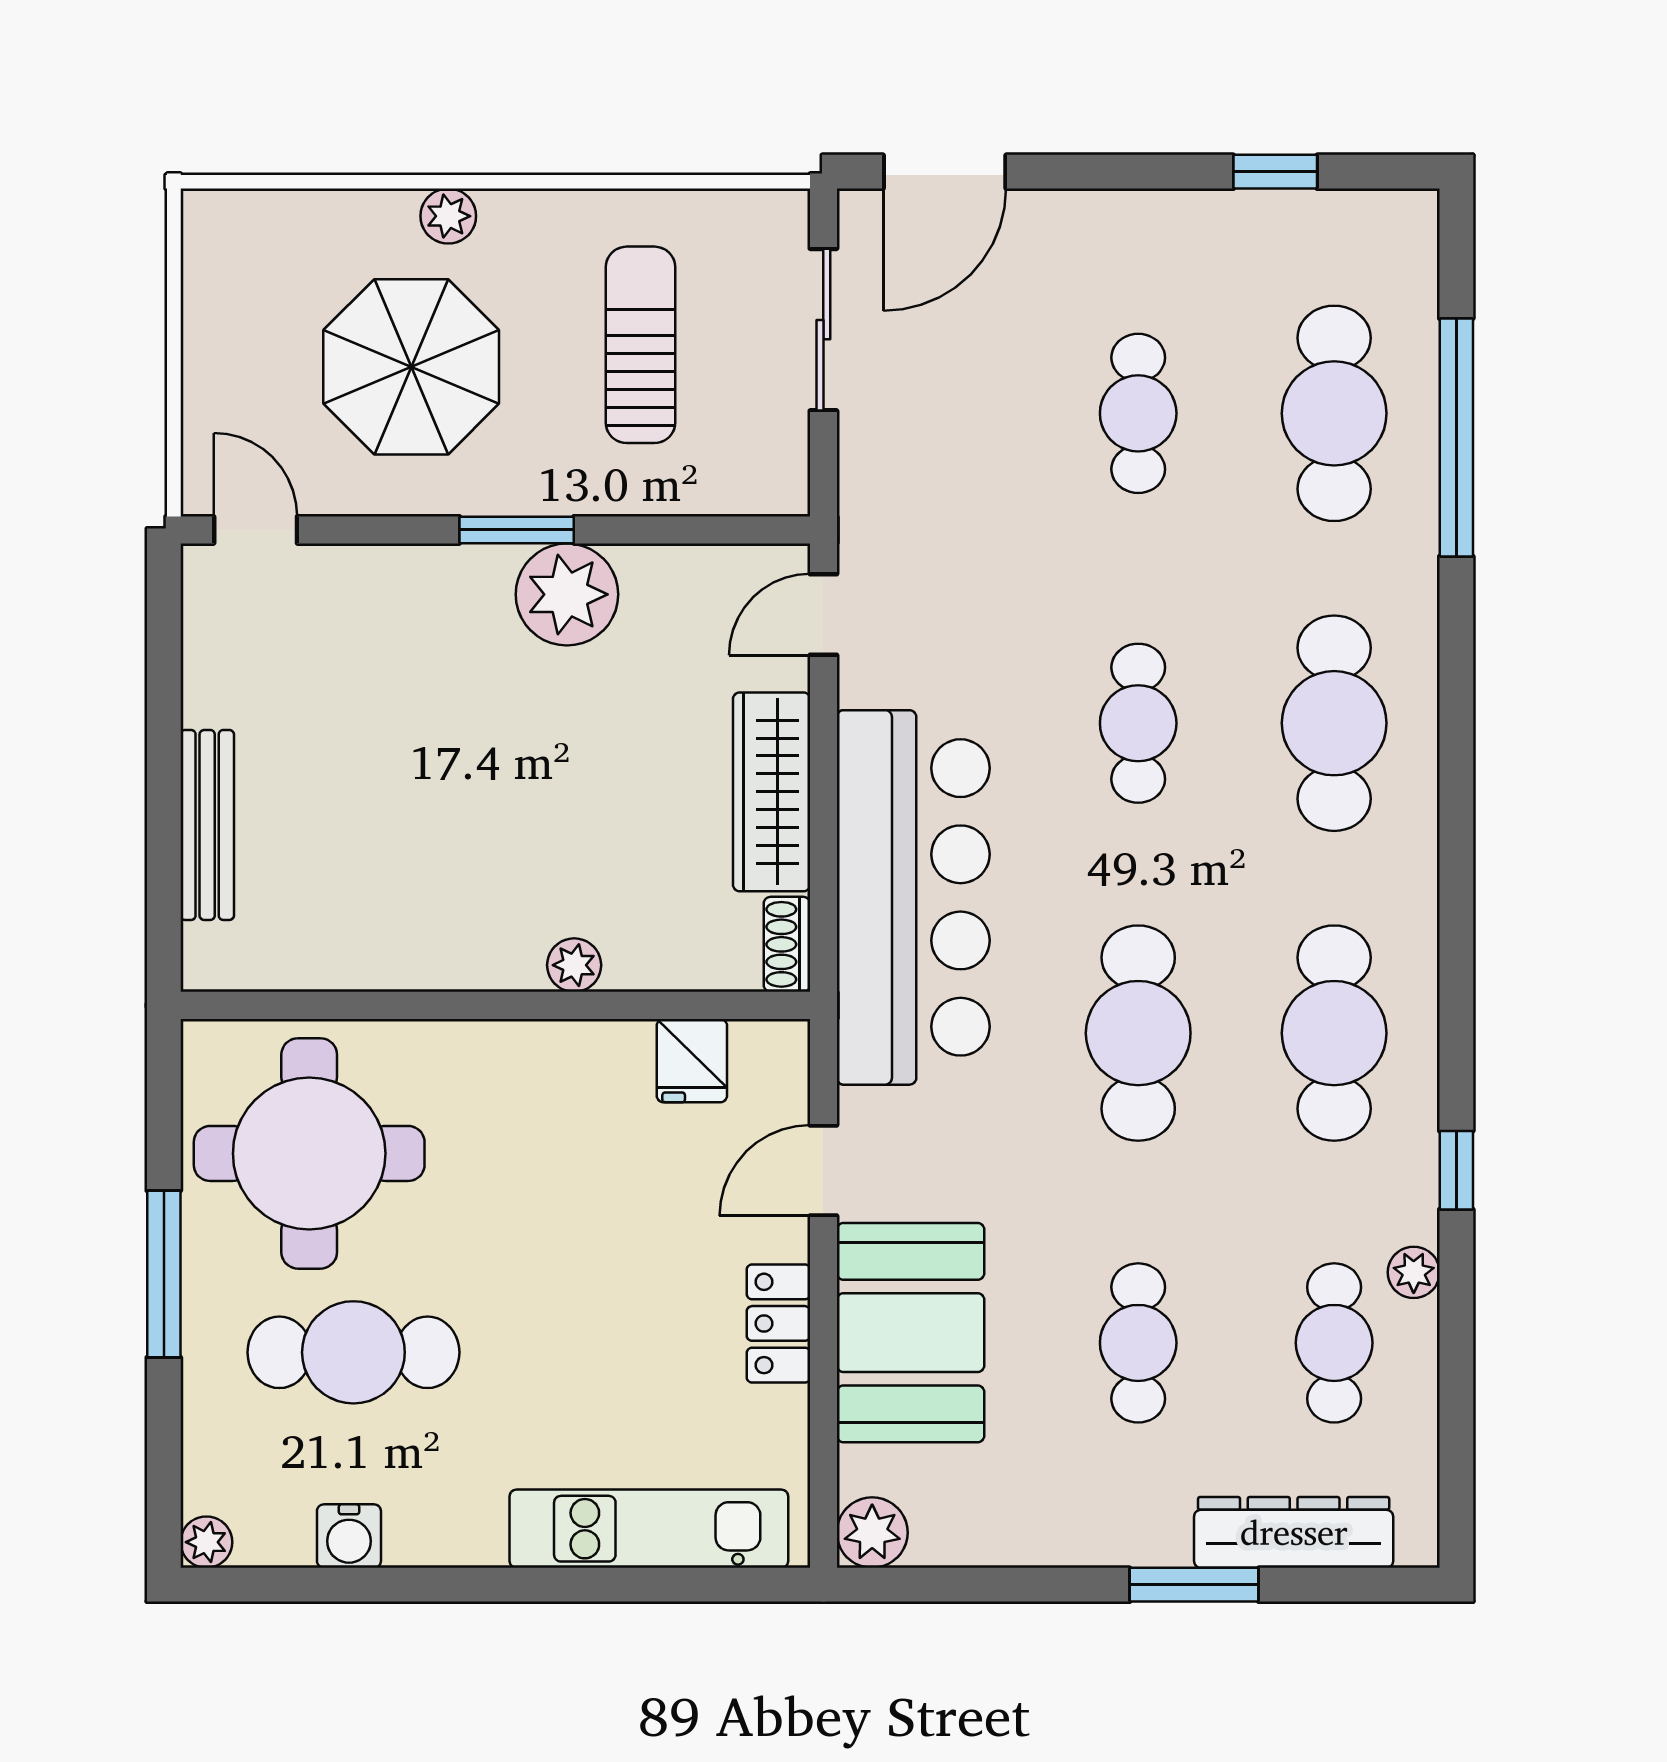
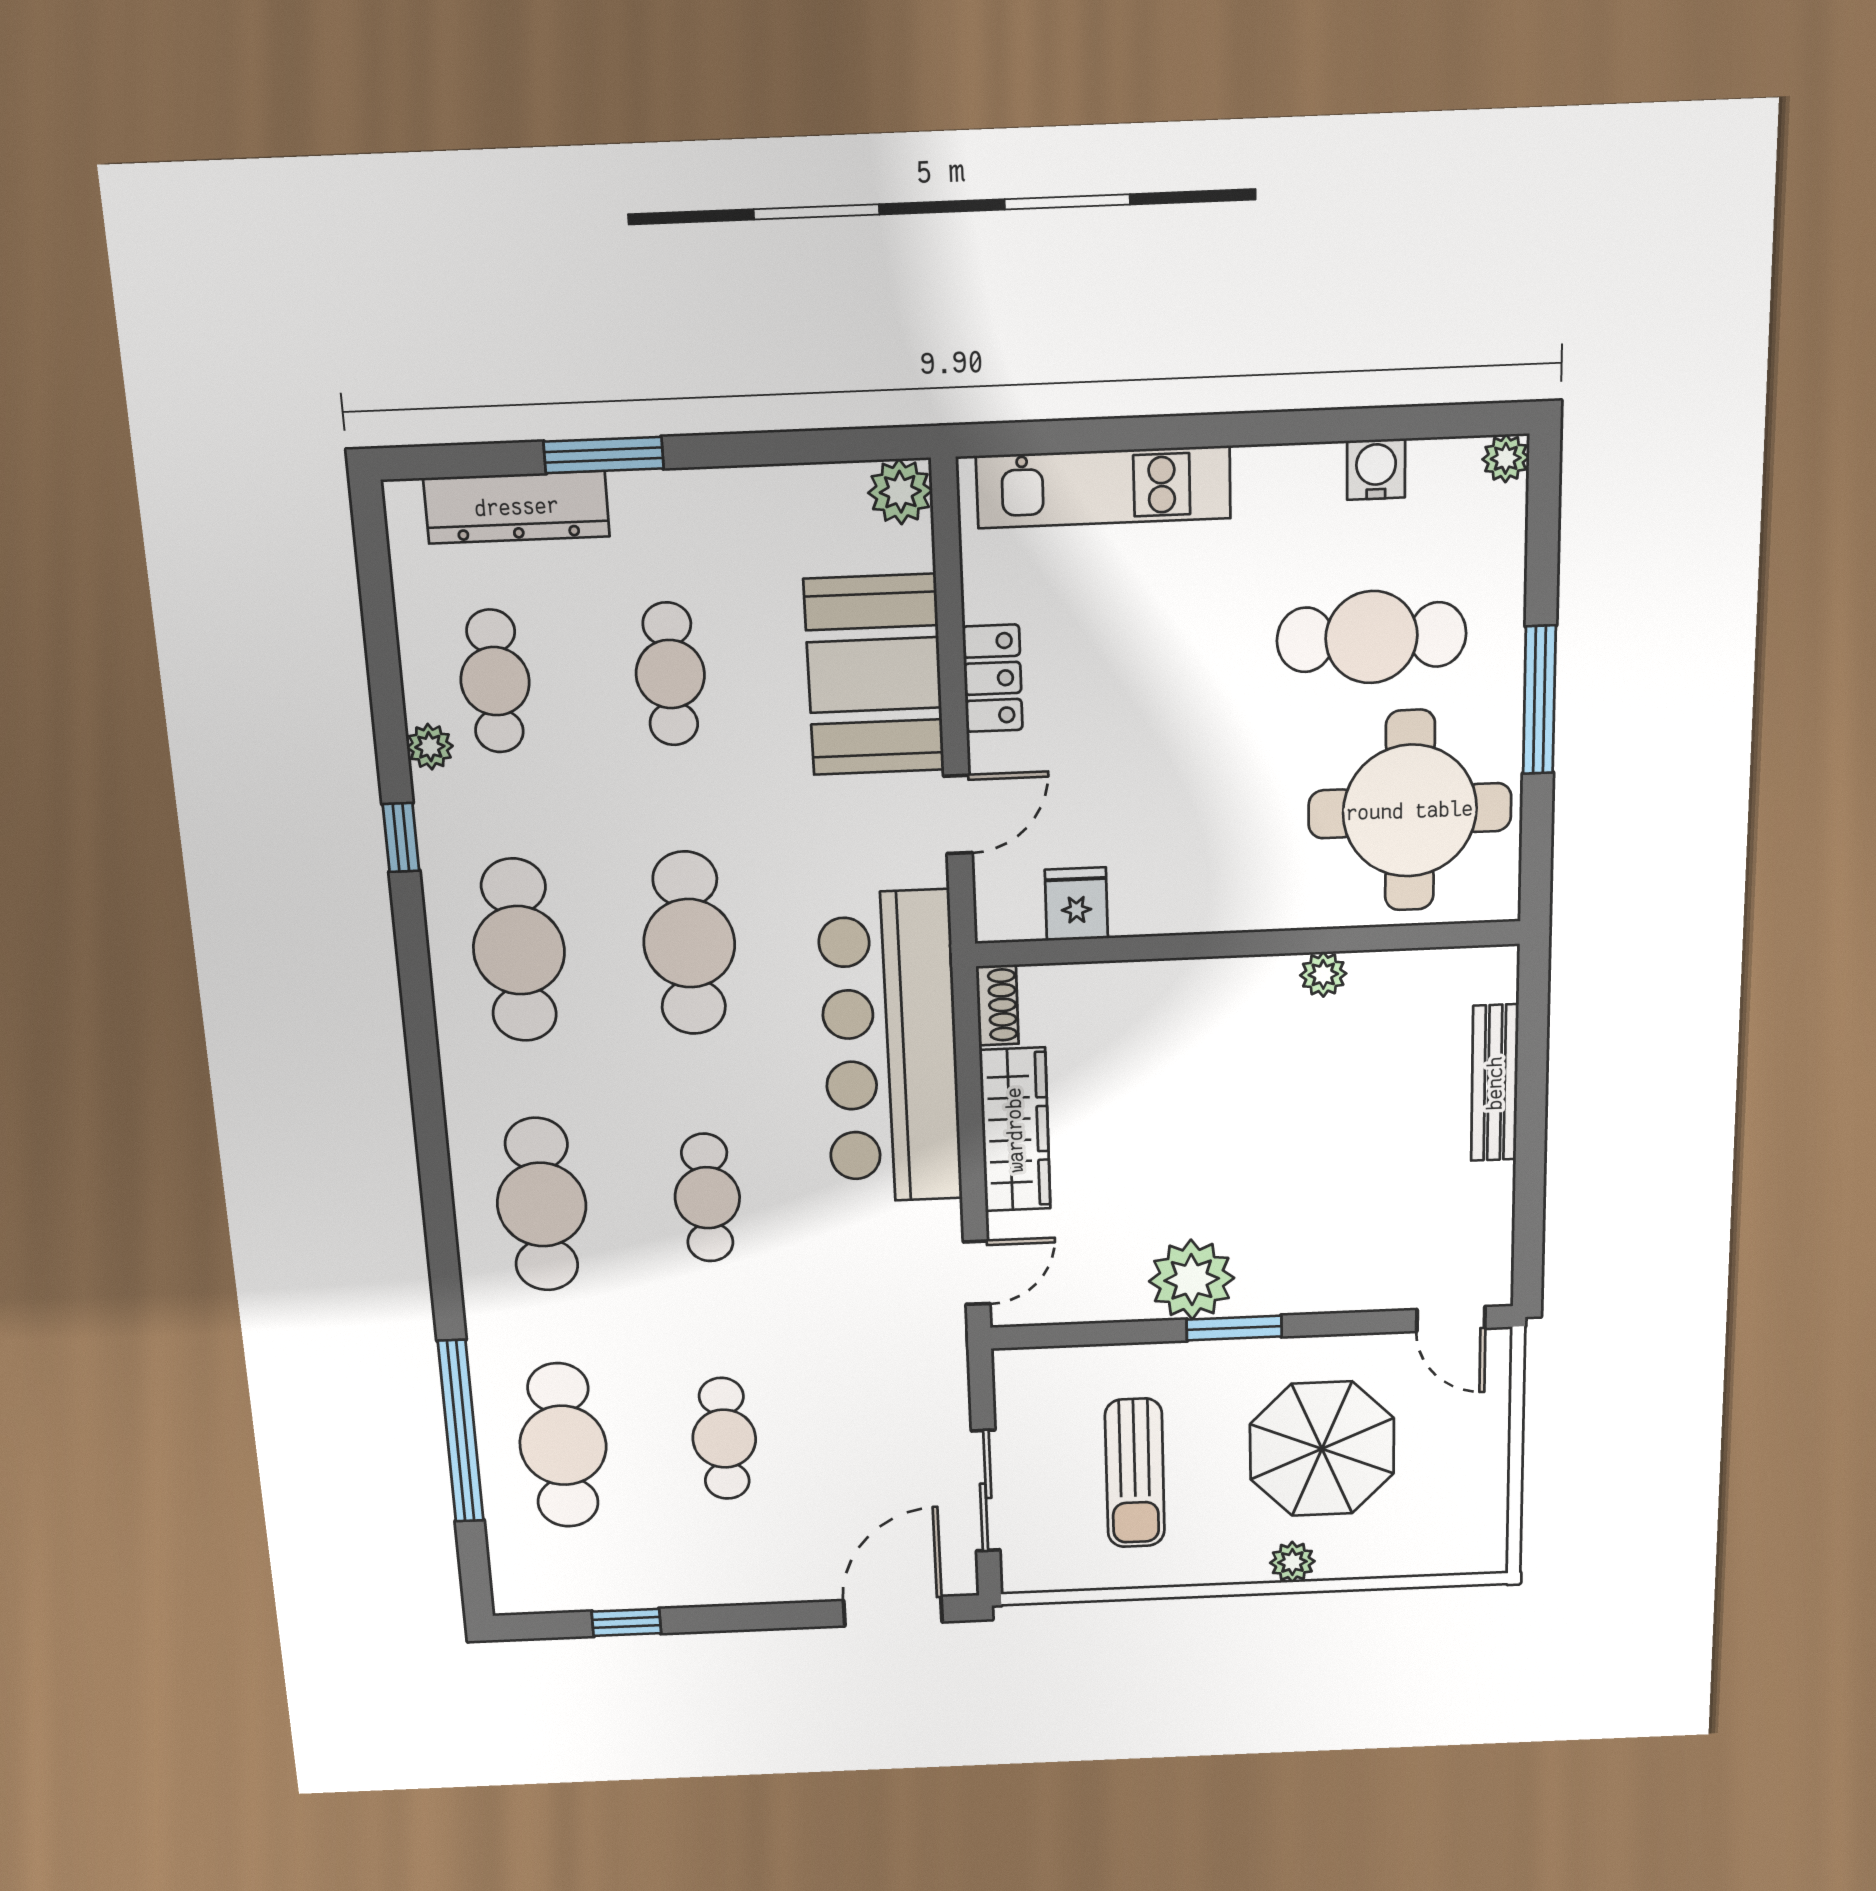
plant: (574, 965) -> (1323, 974), moved

